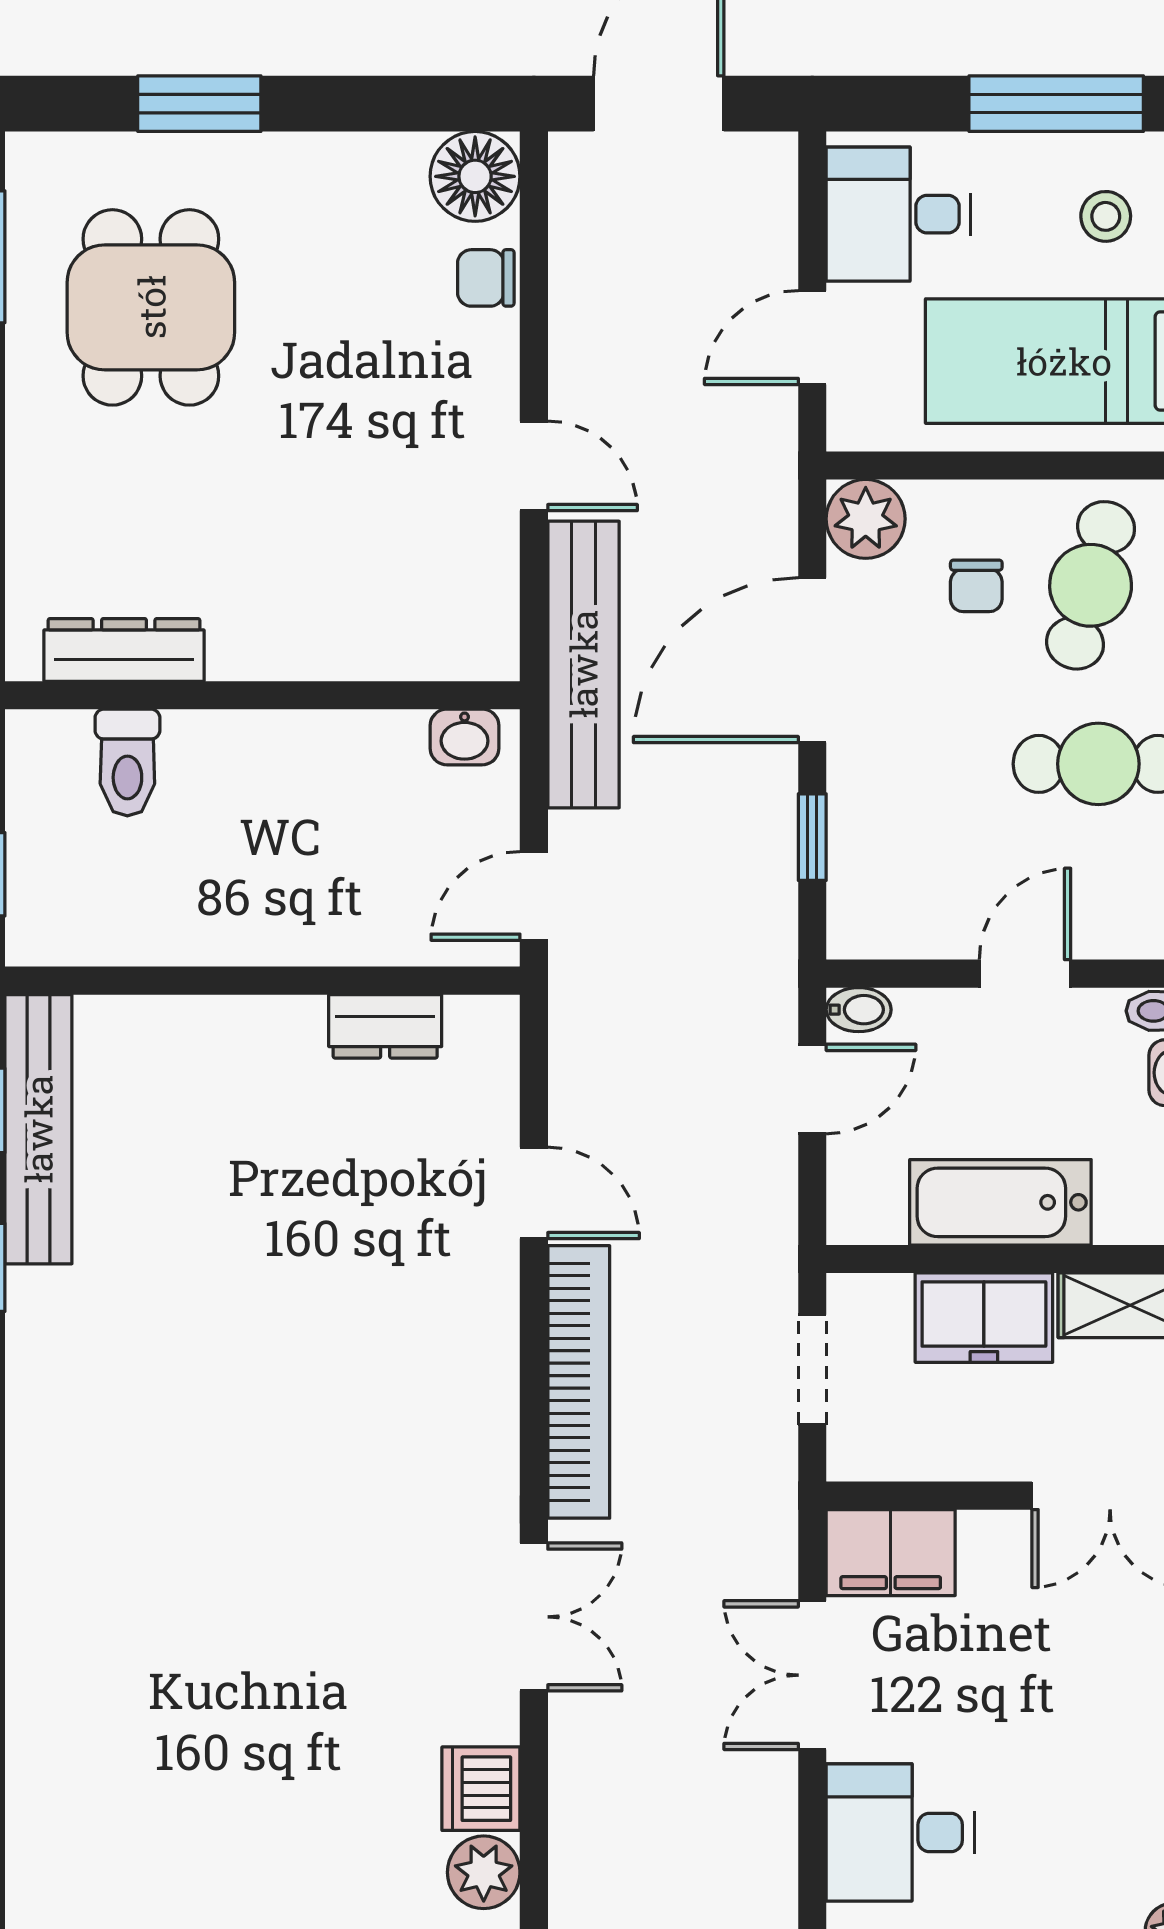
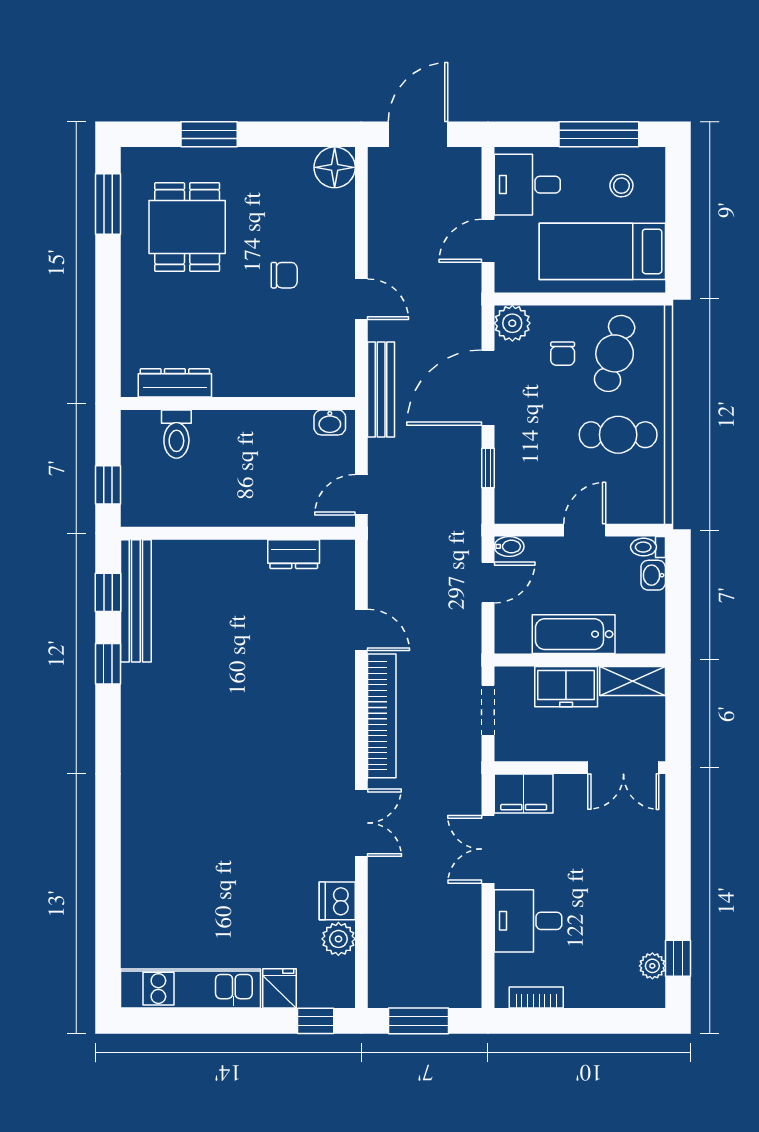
chair: (486, 278) -> (284, 275), moved, turned 180
bench: (583, 664) -> (381, 389), width x0.73, depth x0.82

